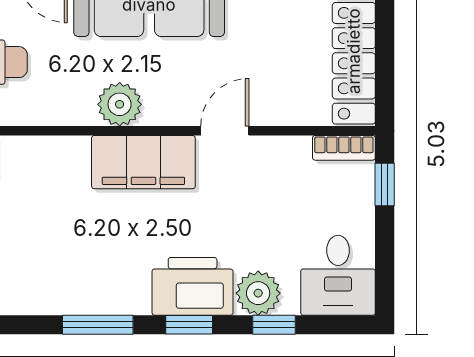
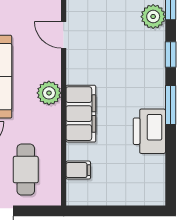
filing cabinet: (143, 162) -> (81, 114), moved
printer: (193, 286) -> (149, 131), moved

